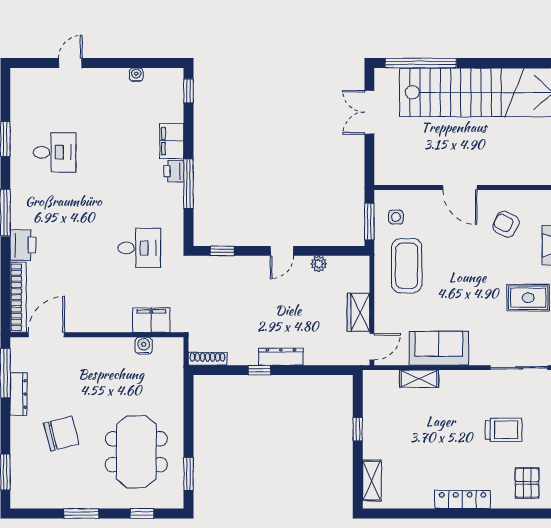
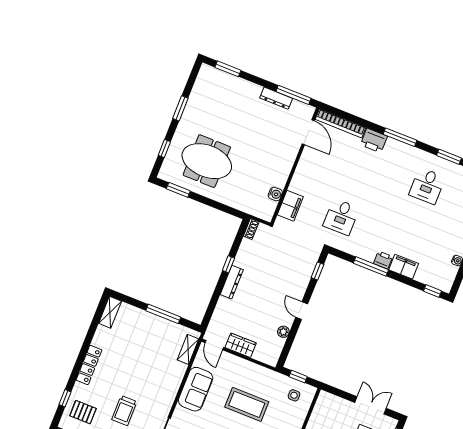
window: (369, 221) -> (298, 377), width x0.67
coffee table: (407, 266) -> (247, 404), moved
shoe rack: (207, 359) -> (251, 229), width x0.70
shelving: (419, 379) -> (188, 349), moved
window: (358, 429) -> (163, 314), width x2.17
chair: (61, 434) -> (239, 116), removed
shelving: (372, 481) -> (110, 312), moved, turned 90
window: (518, 513) -> (65, 398), added

